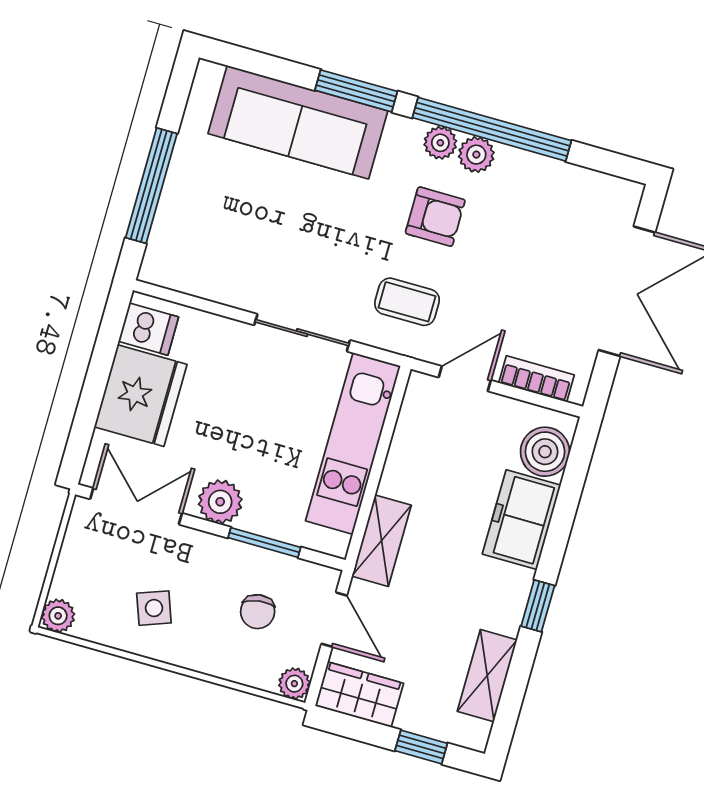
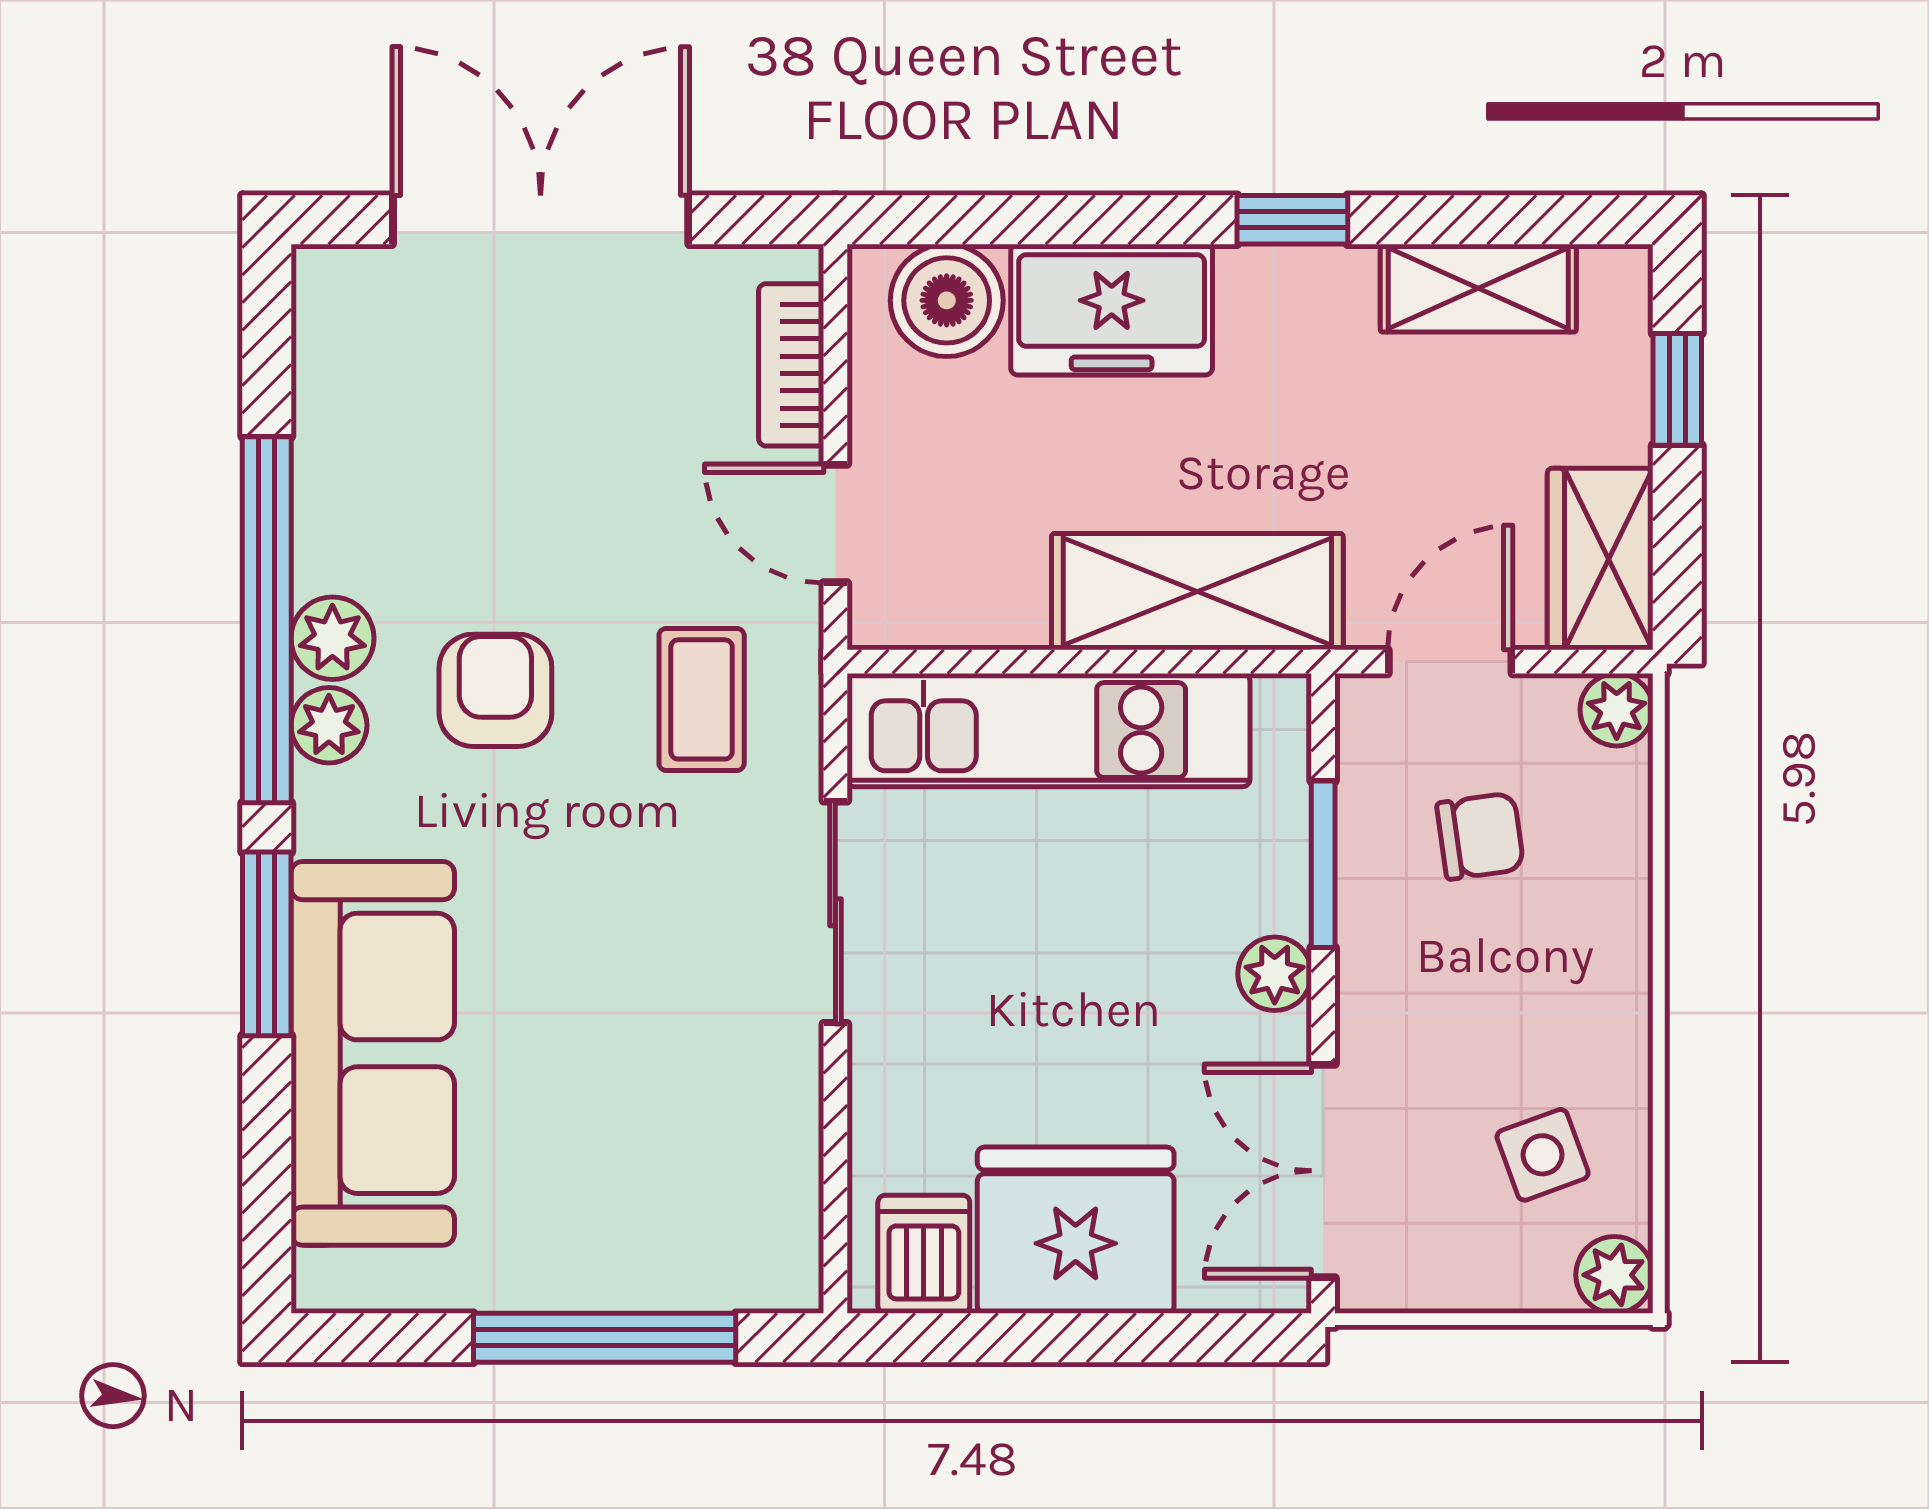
plant: (220, 502) -> (1275, 974), width x0.73, depth x0.73
shelving: (382, 541) -> (1197, 592), width x1.50, depth x1.33
side table: (154, 608) -> (1543, 1155), moved

